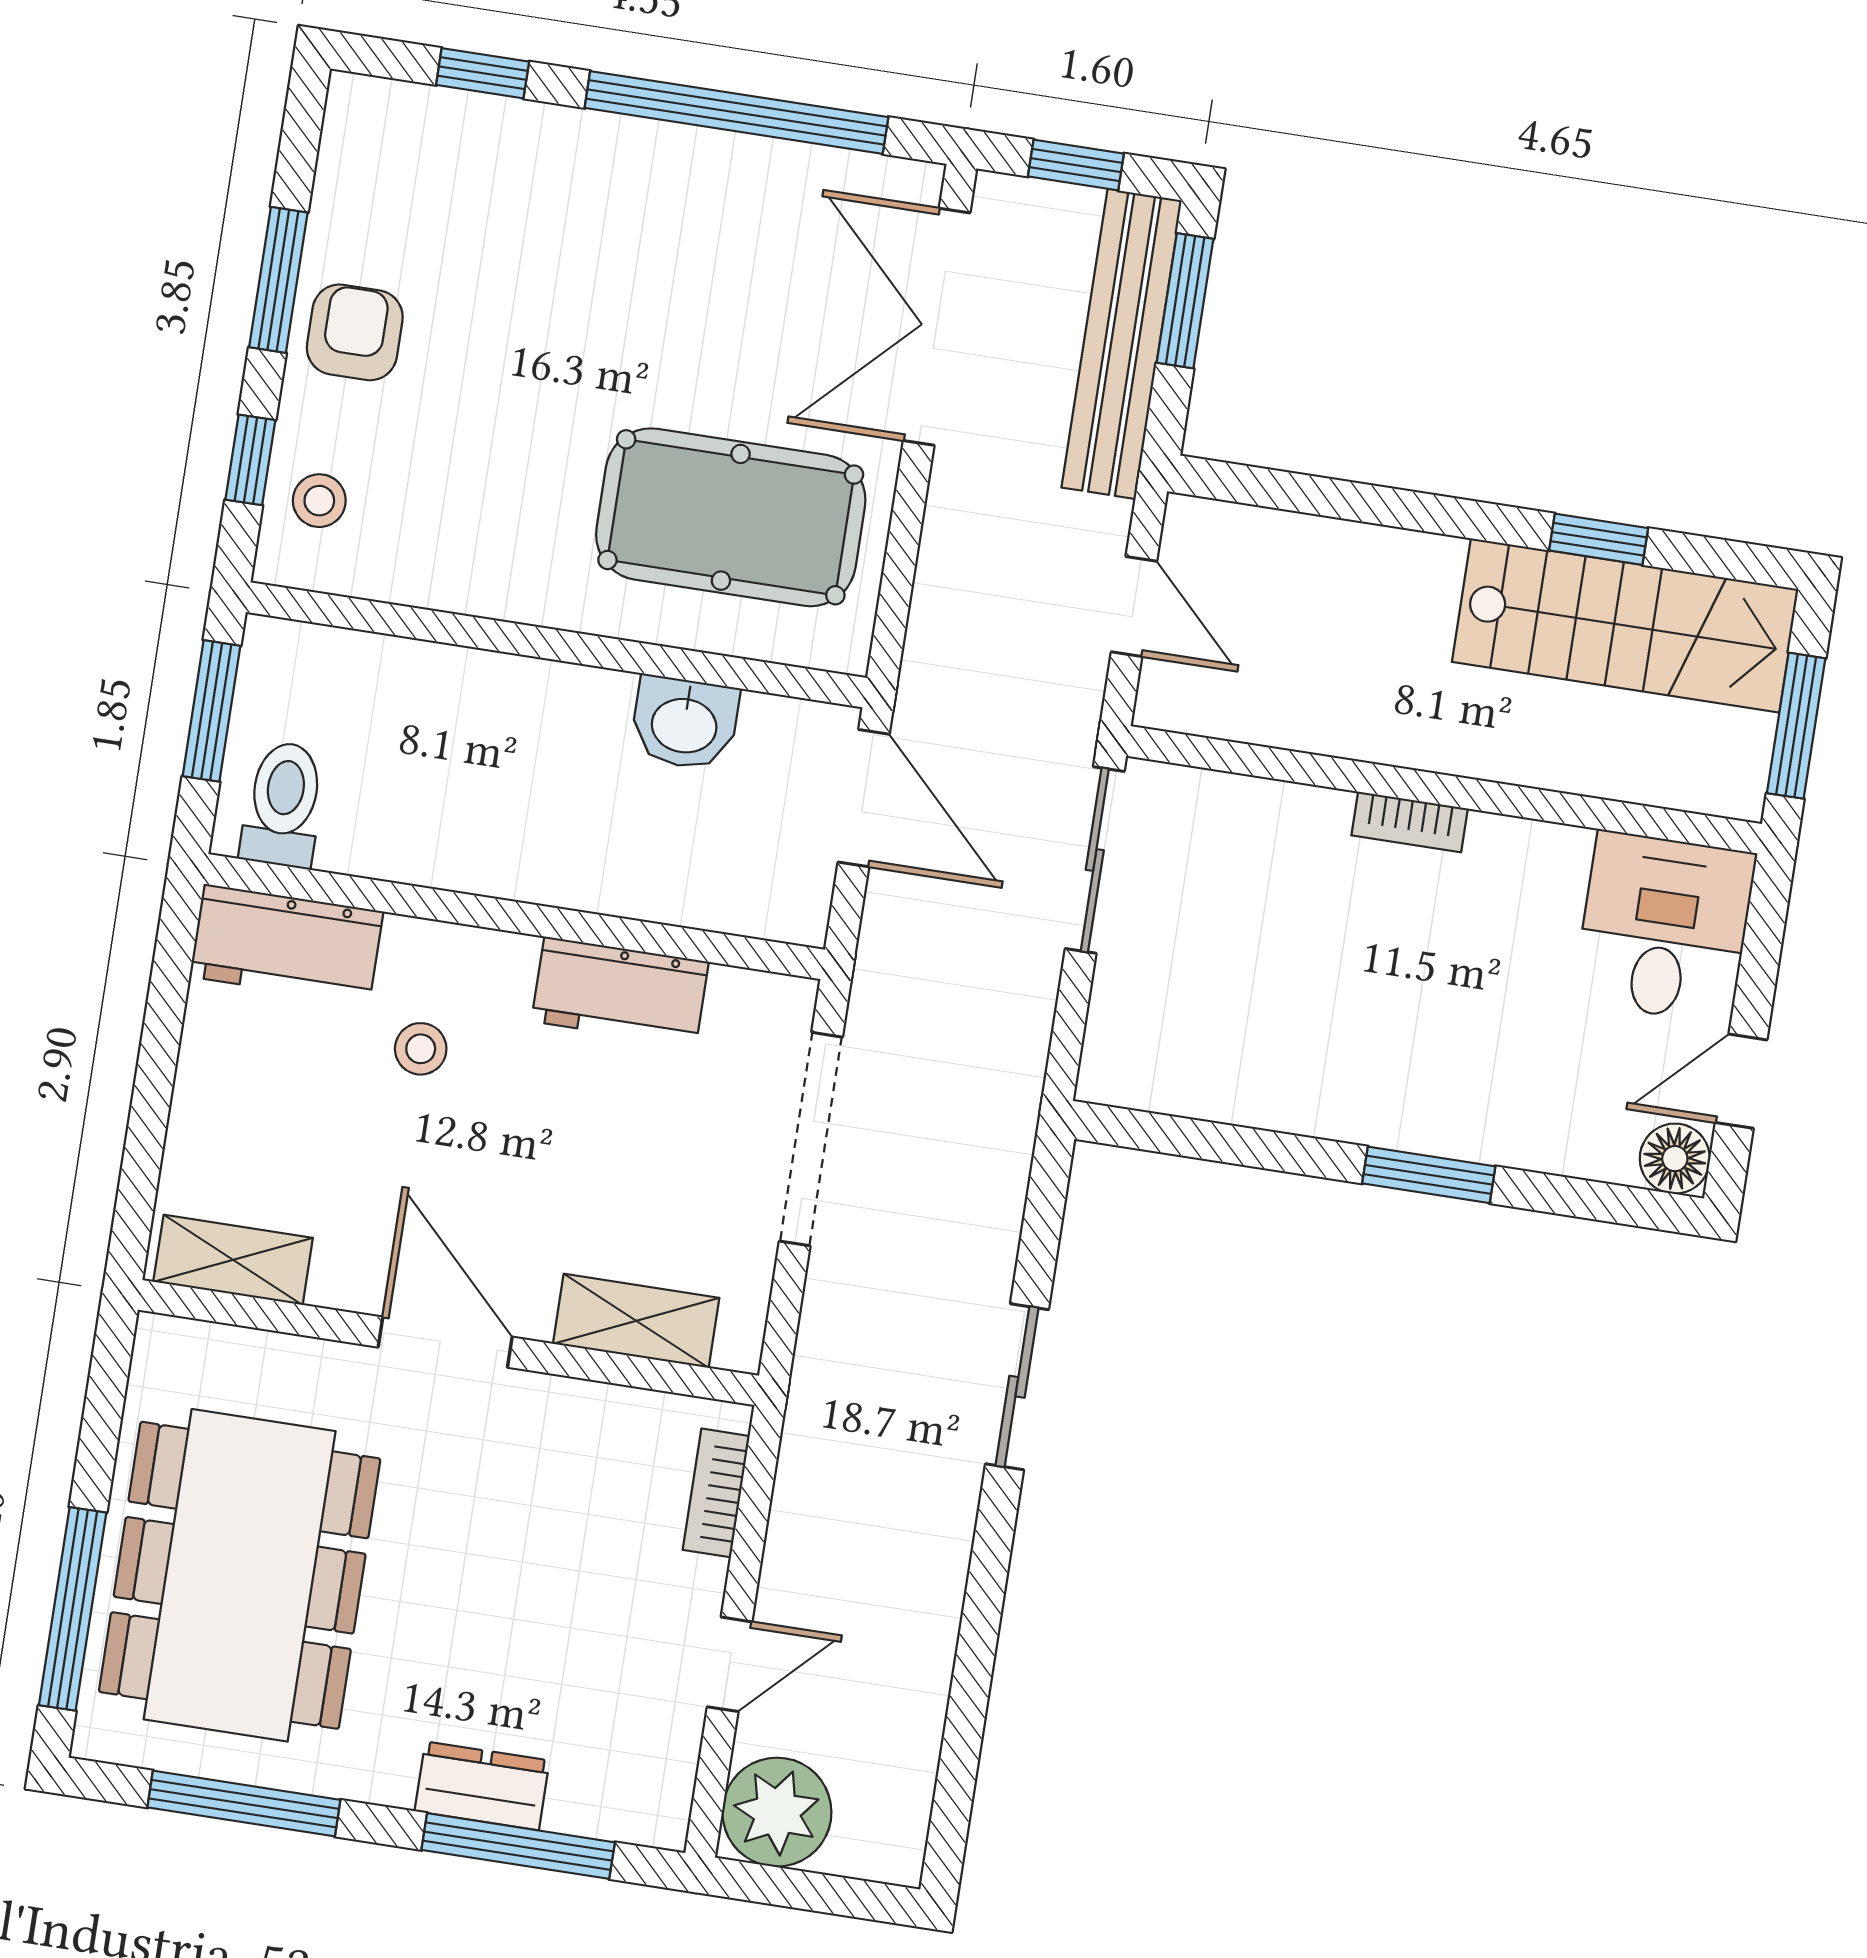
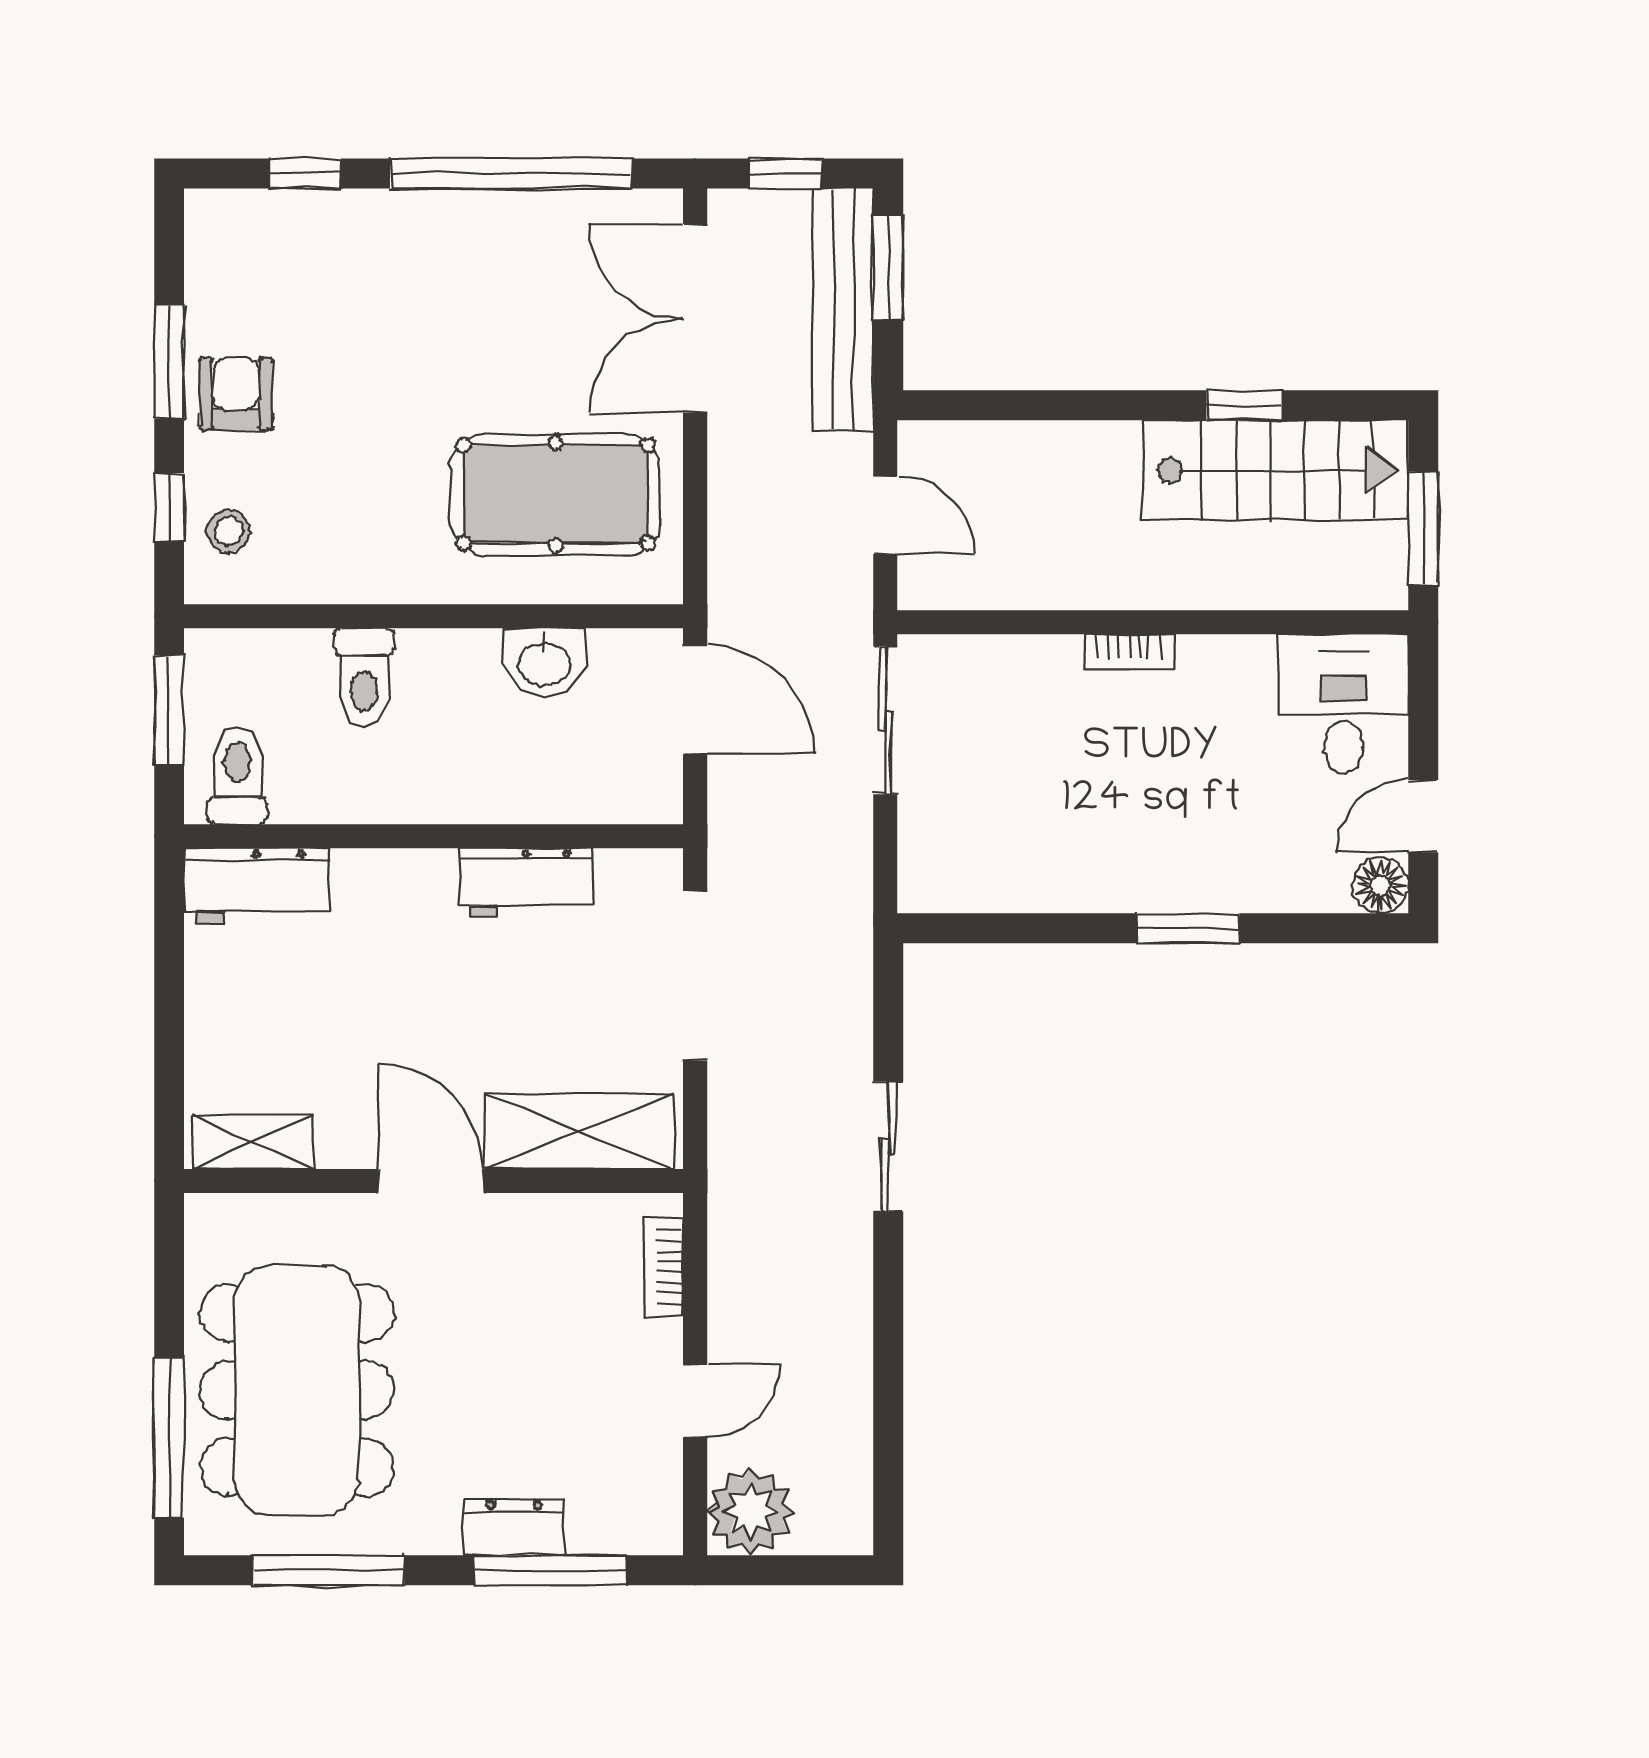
toilet: (459, 707) -> (364, 677), added
stool: (421, 1049) -> (376, 952), removed
shelving: (636, 1321) -> (579, 1131), width x1.50, depth x1.33

